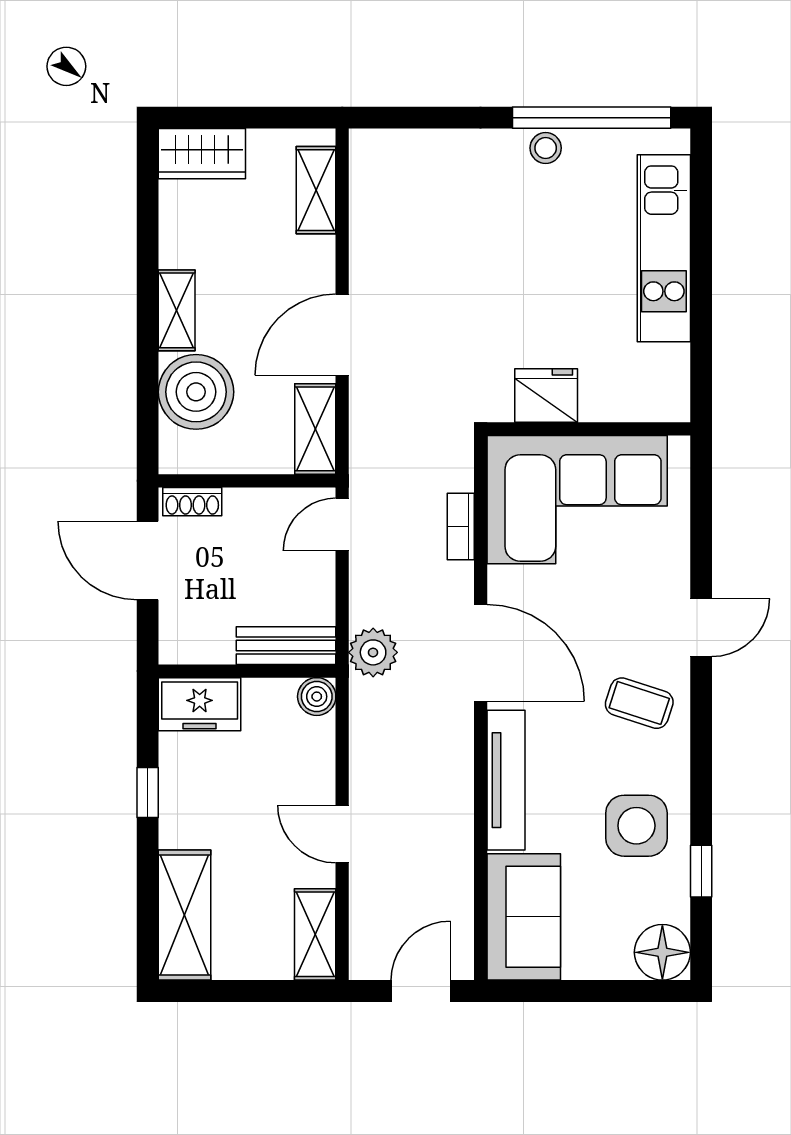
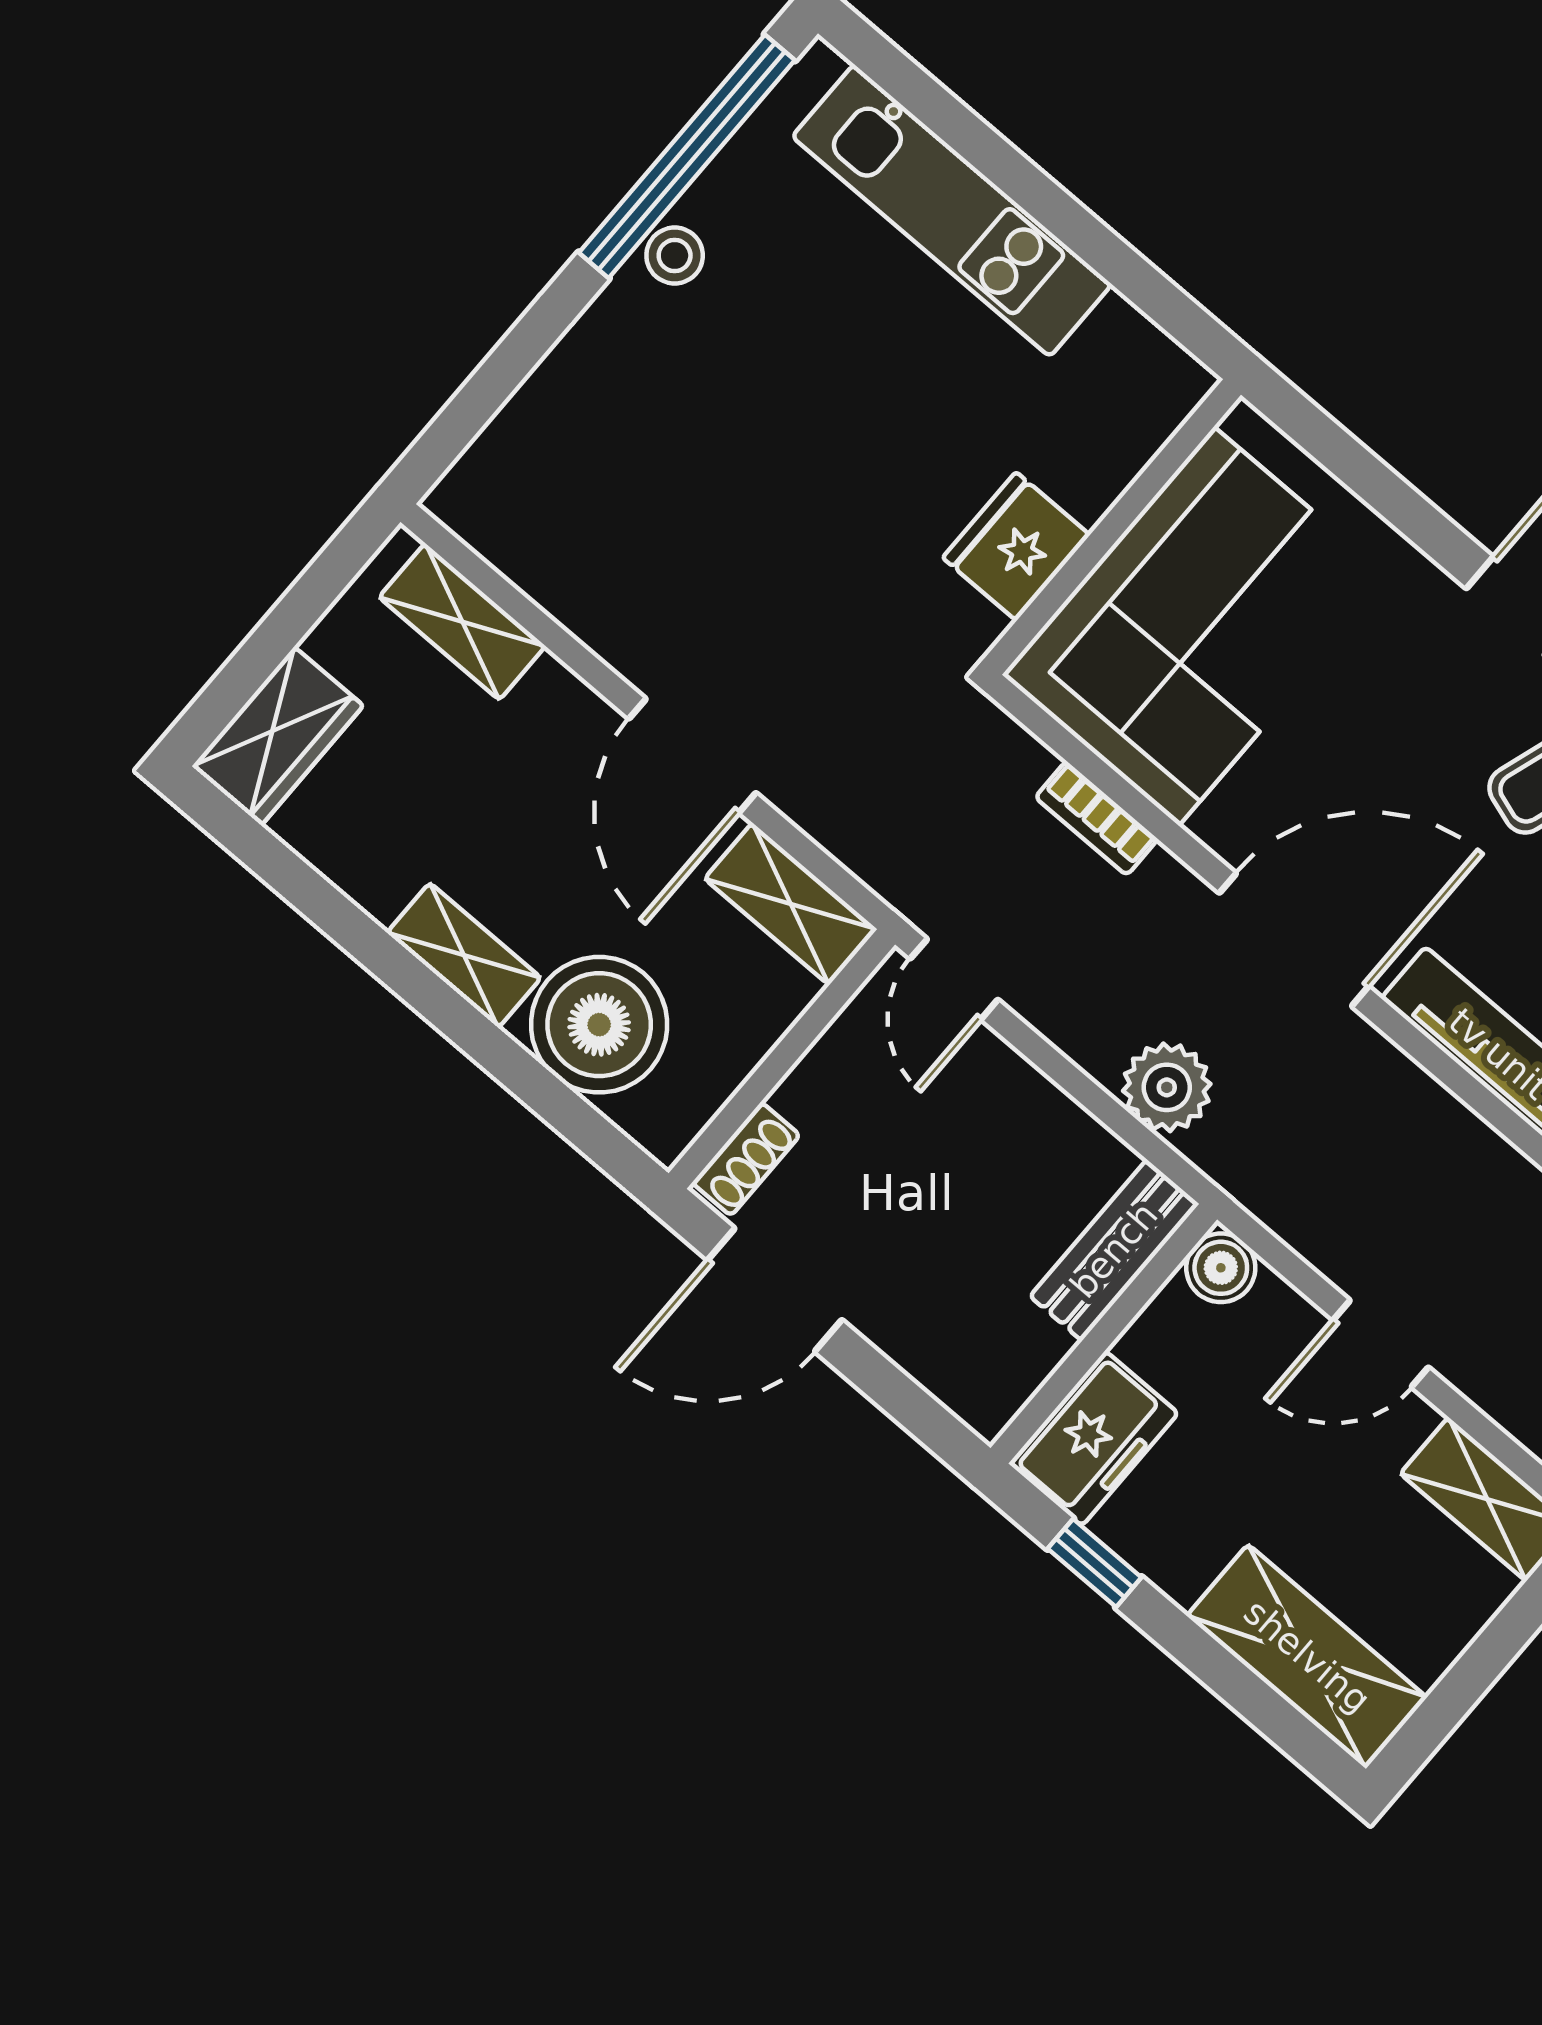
bench: (286, 646) -> (1114, 1250), moved
wall: (247, 671) -> (1104, 1334), moved
boiler: (317, 697) -> (1221, 1268), moved
freezer: (200, 704) -> (1093, 1438), moved

